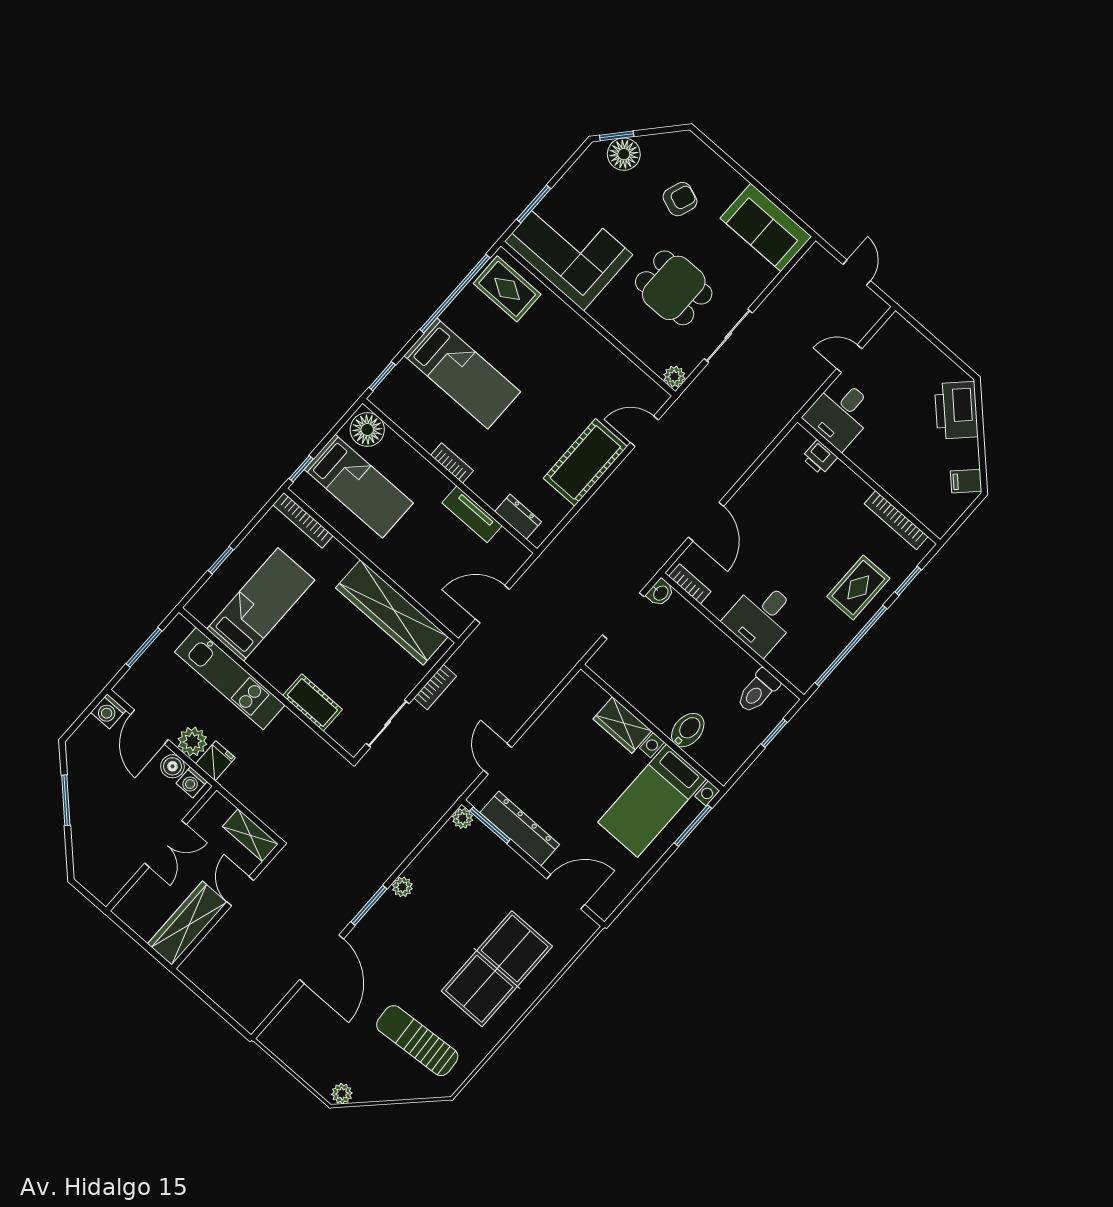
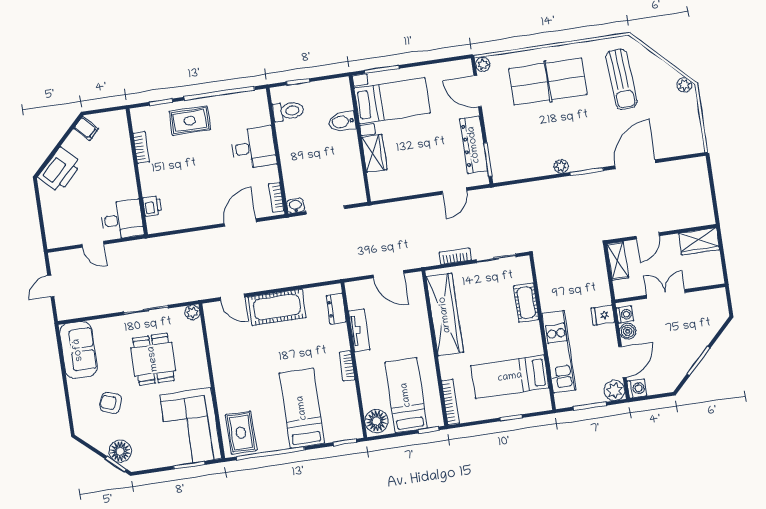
bookcase: (896, 520) -> (141, 148), width x0.64
plant: (192, 742) -> (614, 390), moved
plant: (463, 818) -> (483, 65), moved
wardrobe: (187, 923) -> (699, 241), width x0.67

